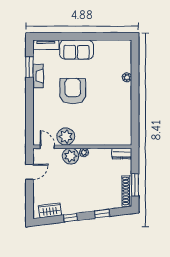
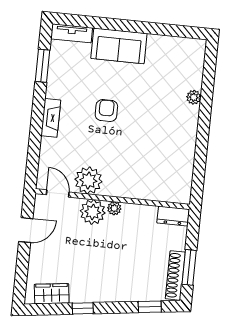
fireplace: (38, 76) -> (51, 118), moved
armchair: (73, 91) -> (106, 111), width x0.53, depth x0.53
window: (102, 214) -> (150, 307), moved

